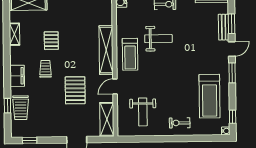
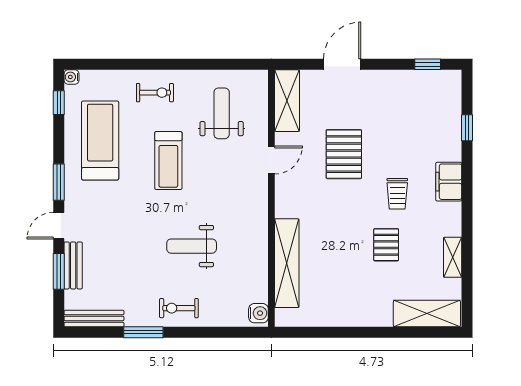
shelving: (106, 50) -> (287, 263), moved
treadmill: (130, 54) -> (168, 161), moved, turned 180
trolley: (21, 108) -> (443, 124), removed

